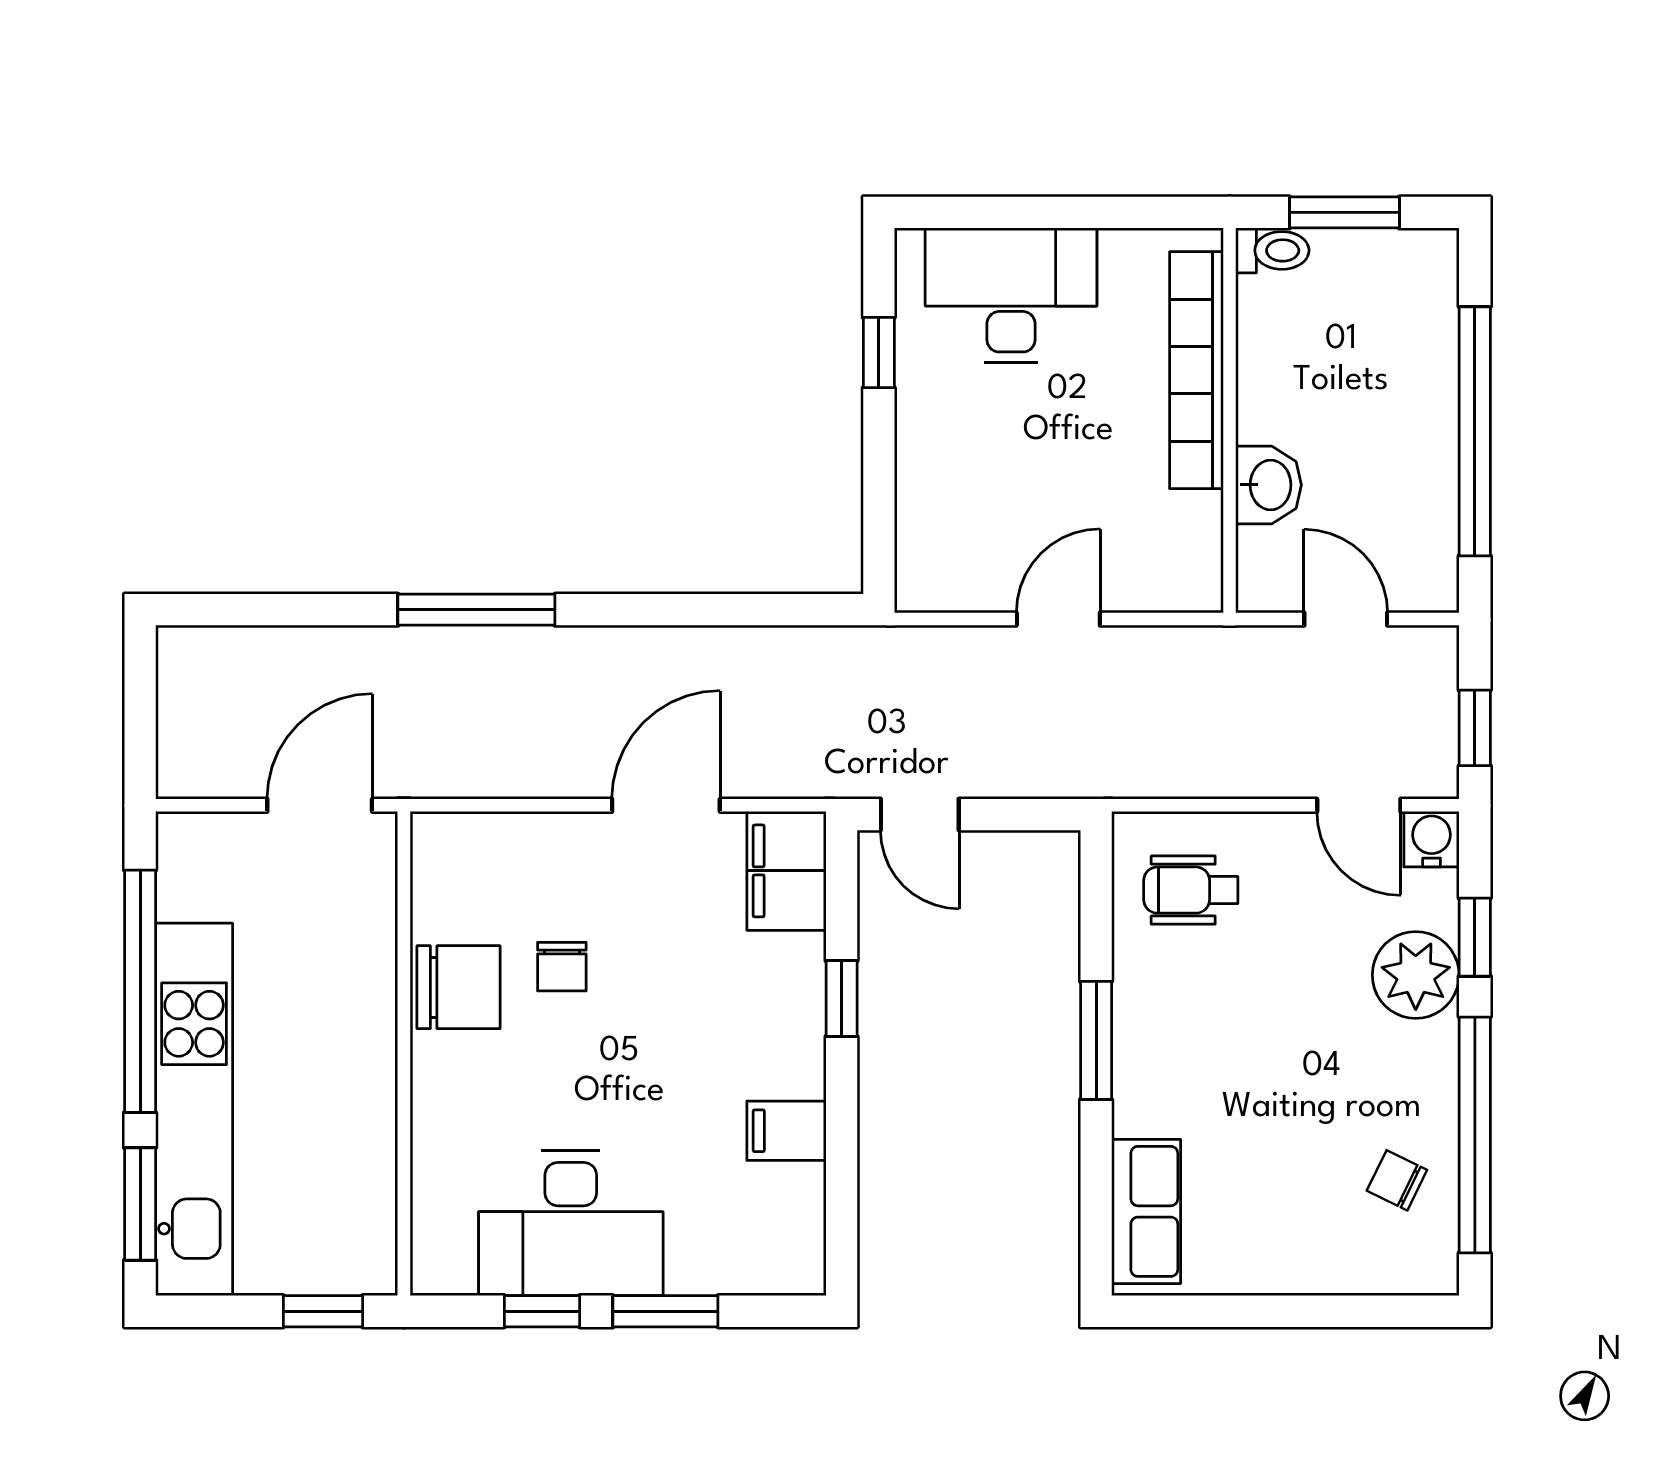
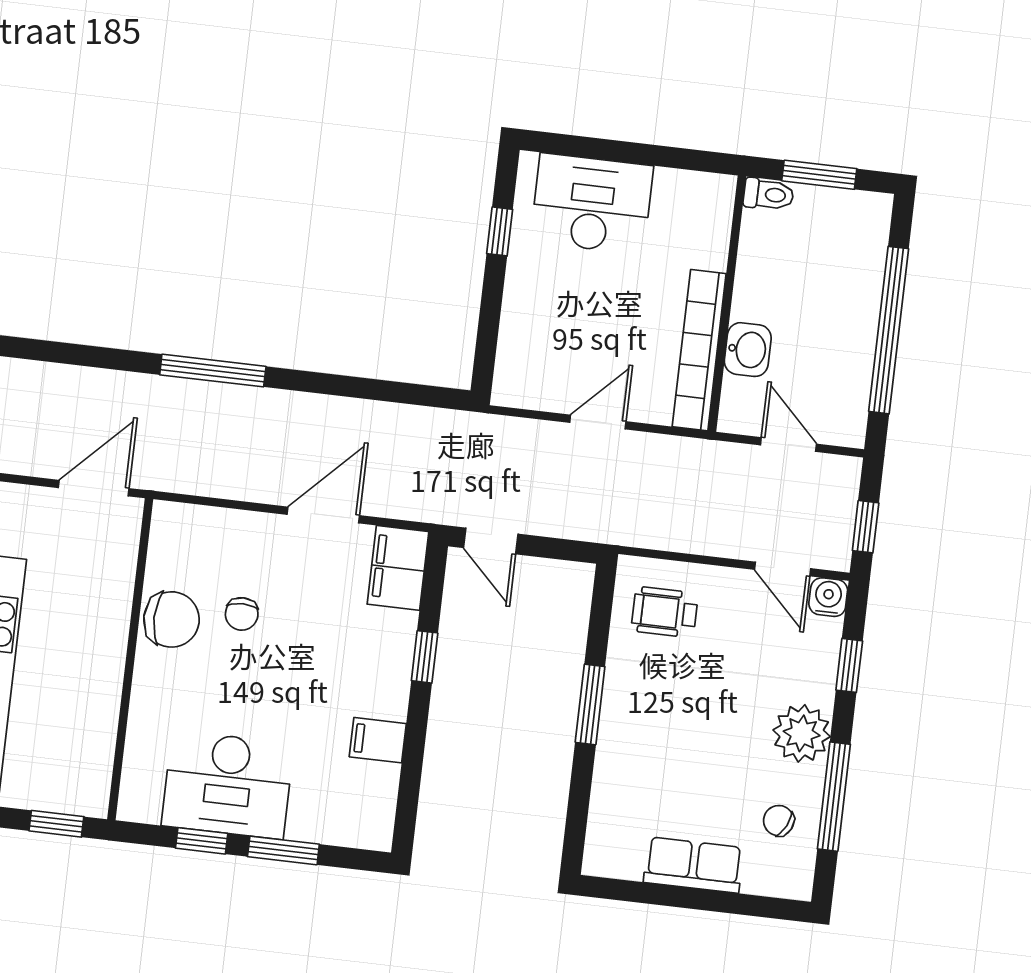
bookcase: (1196, 370) -> (699, 350), moved
plant: (1416, 975) -> (802, 733), moved
window: (1475, 1135) -> (834, 797), width x0.68
row of seats: (1146, 1211) -> (694, 865), moved, turned -90

